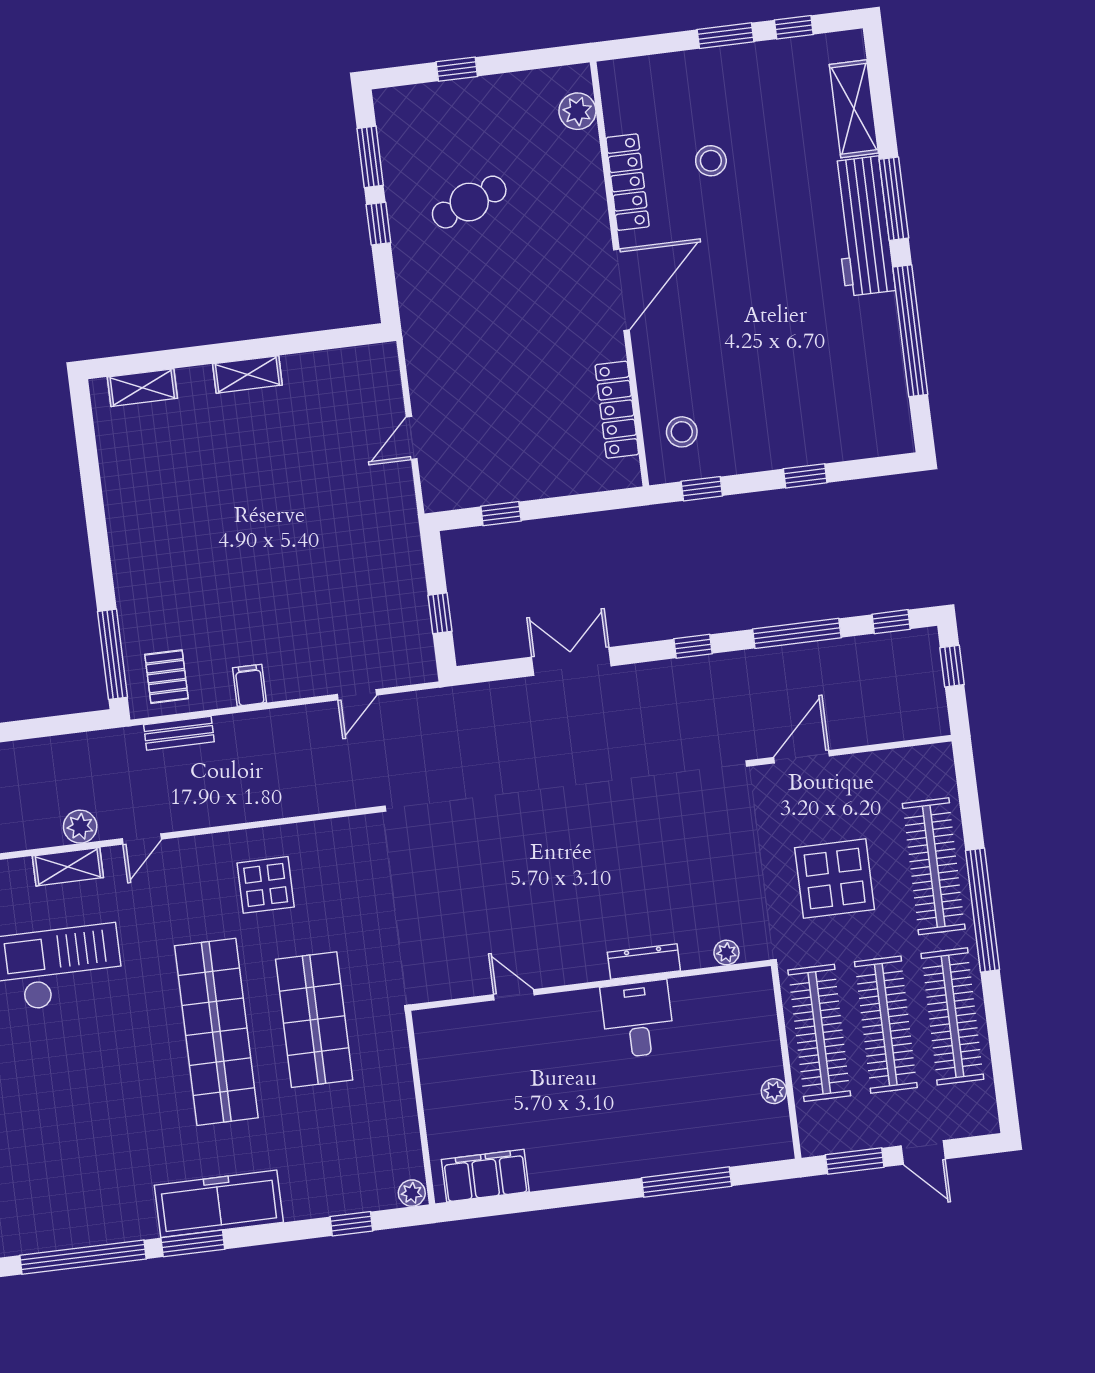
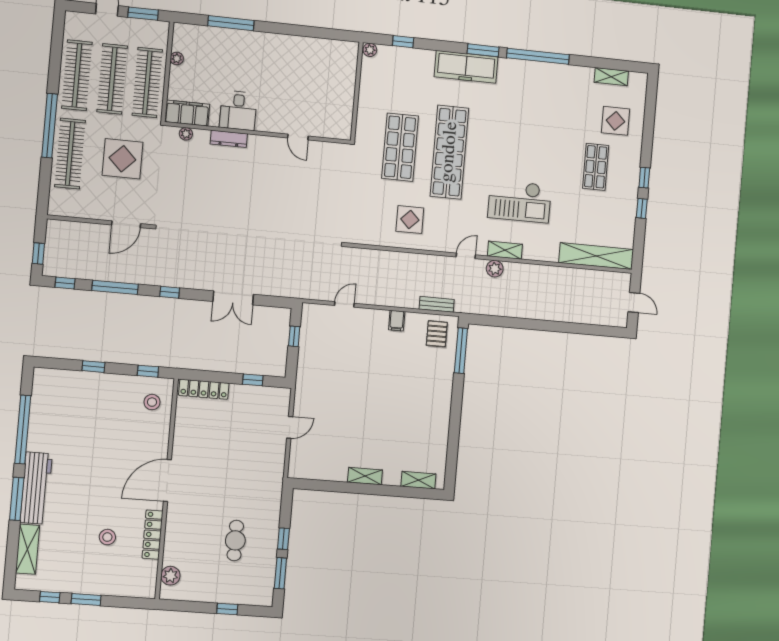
cafe table: (469, 202) -> (235, 540), turned -69
locker: (617, 410) -> (204, 389), moved, turned 90
filing cabinet: (485, 1176) -> (187, 113), moved, turned 180

